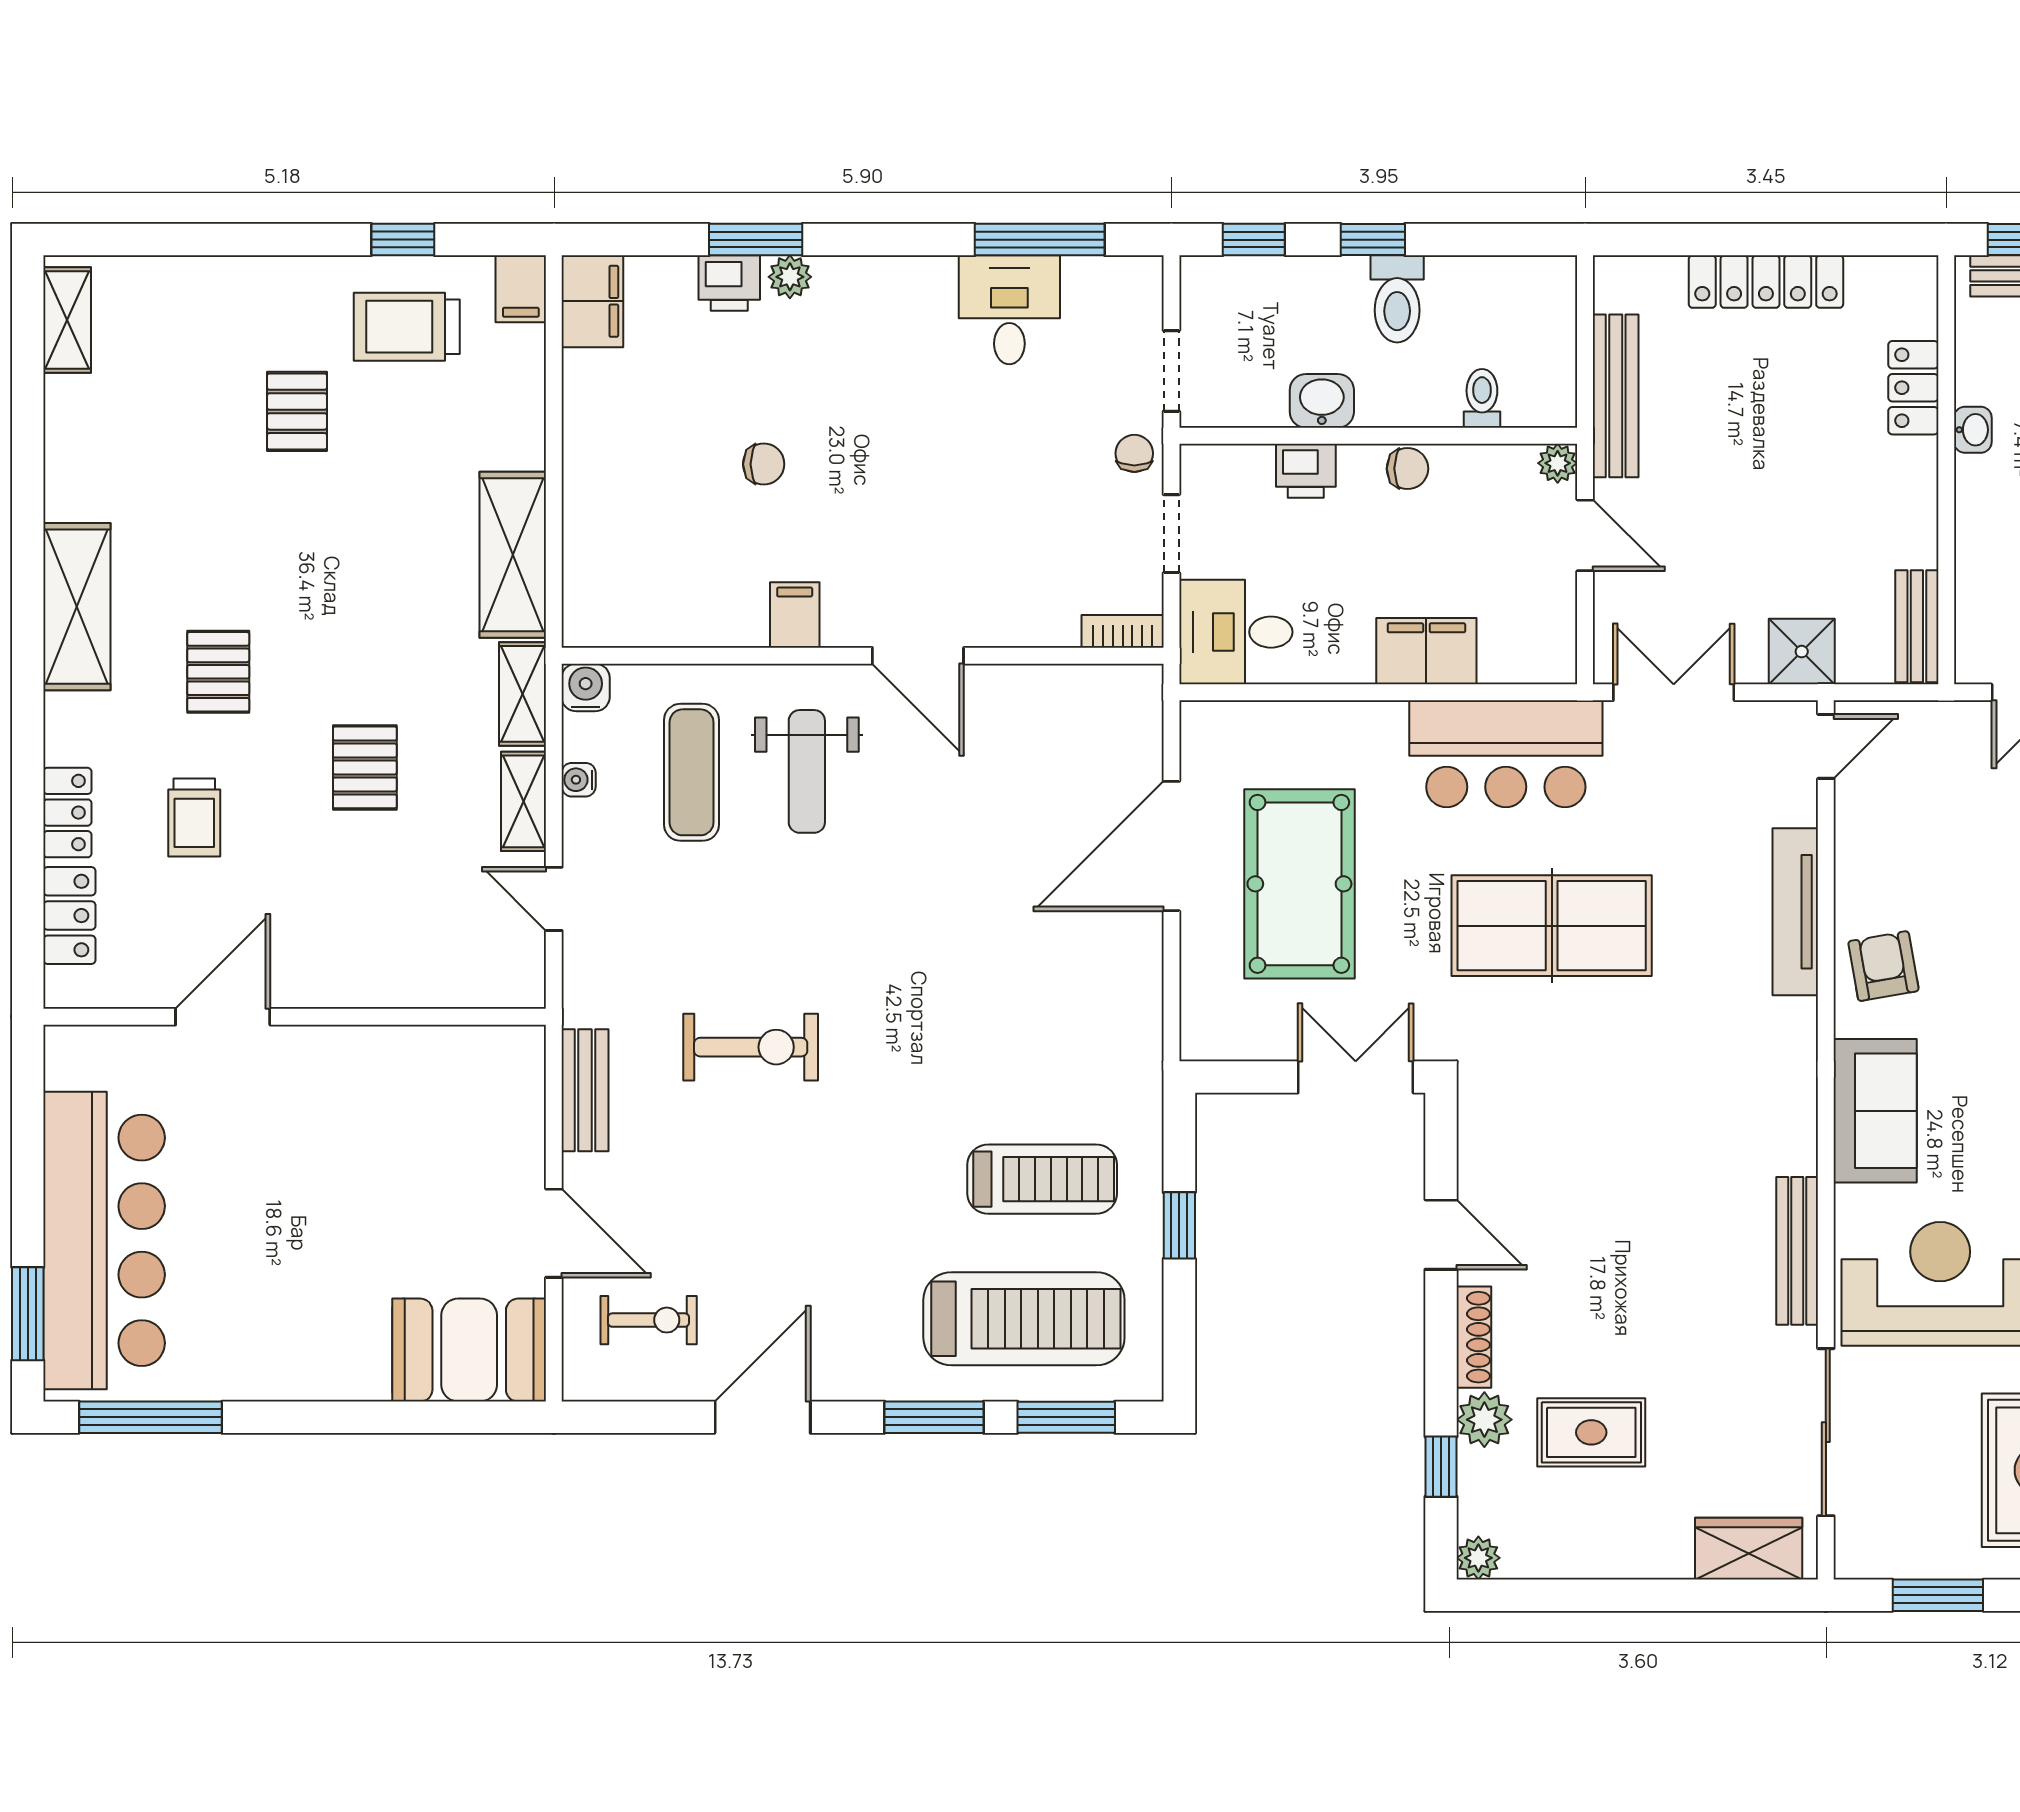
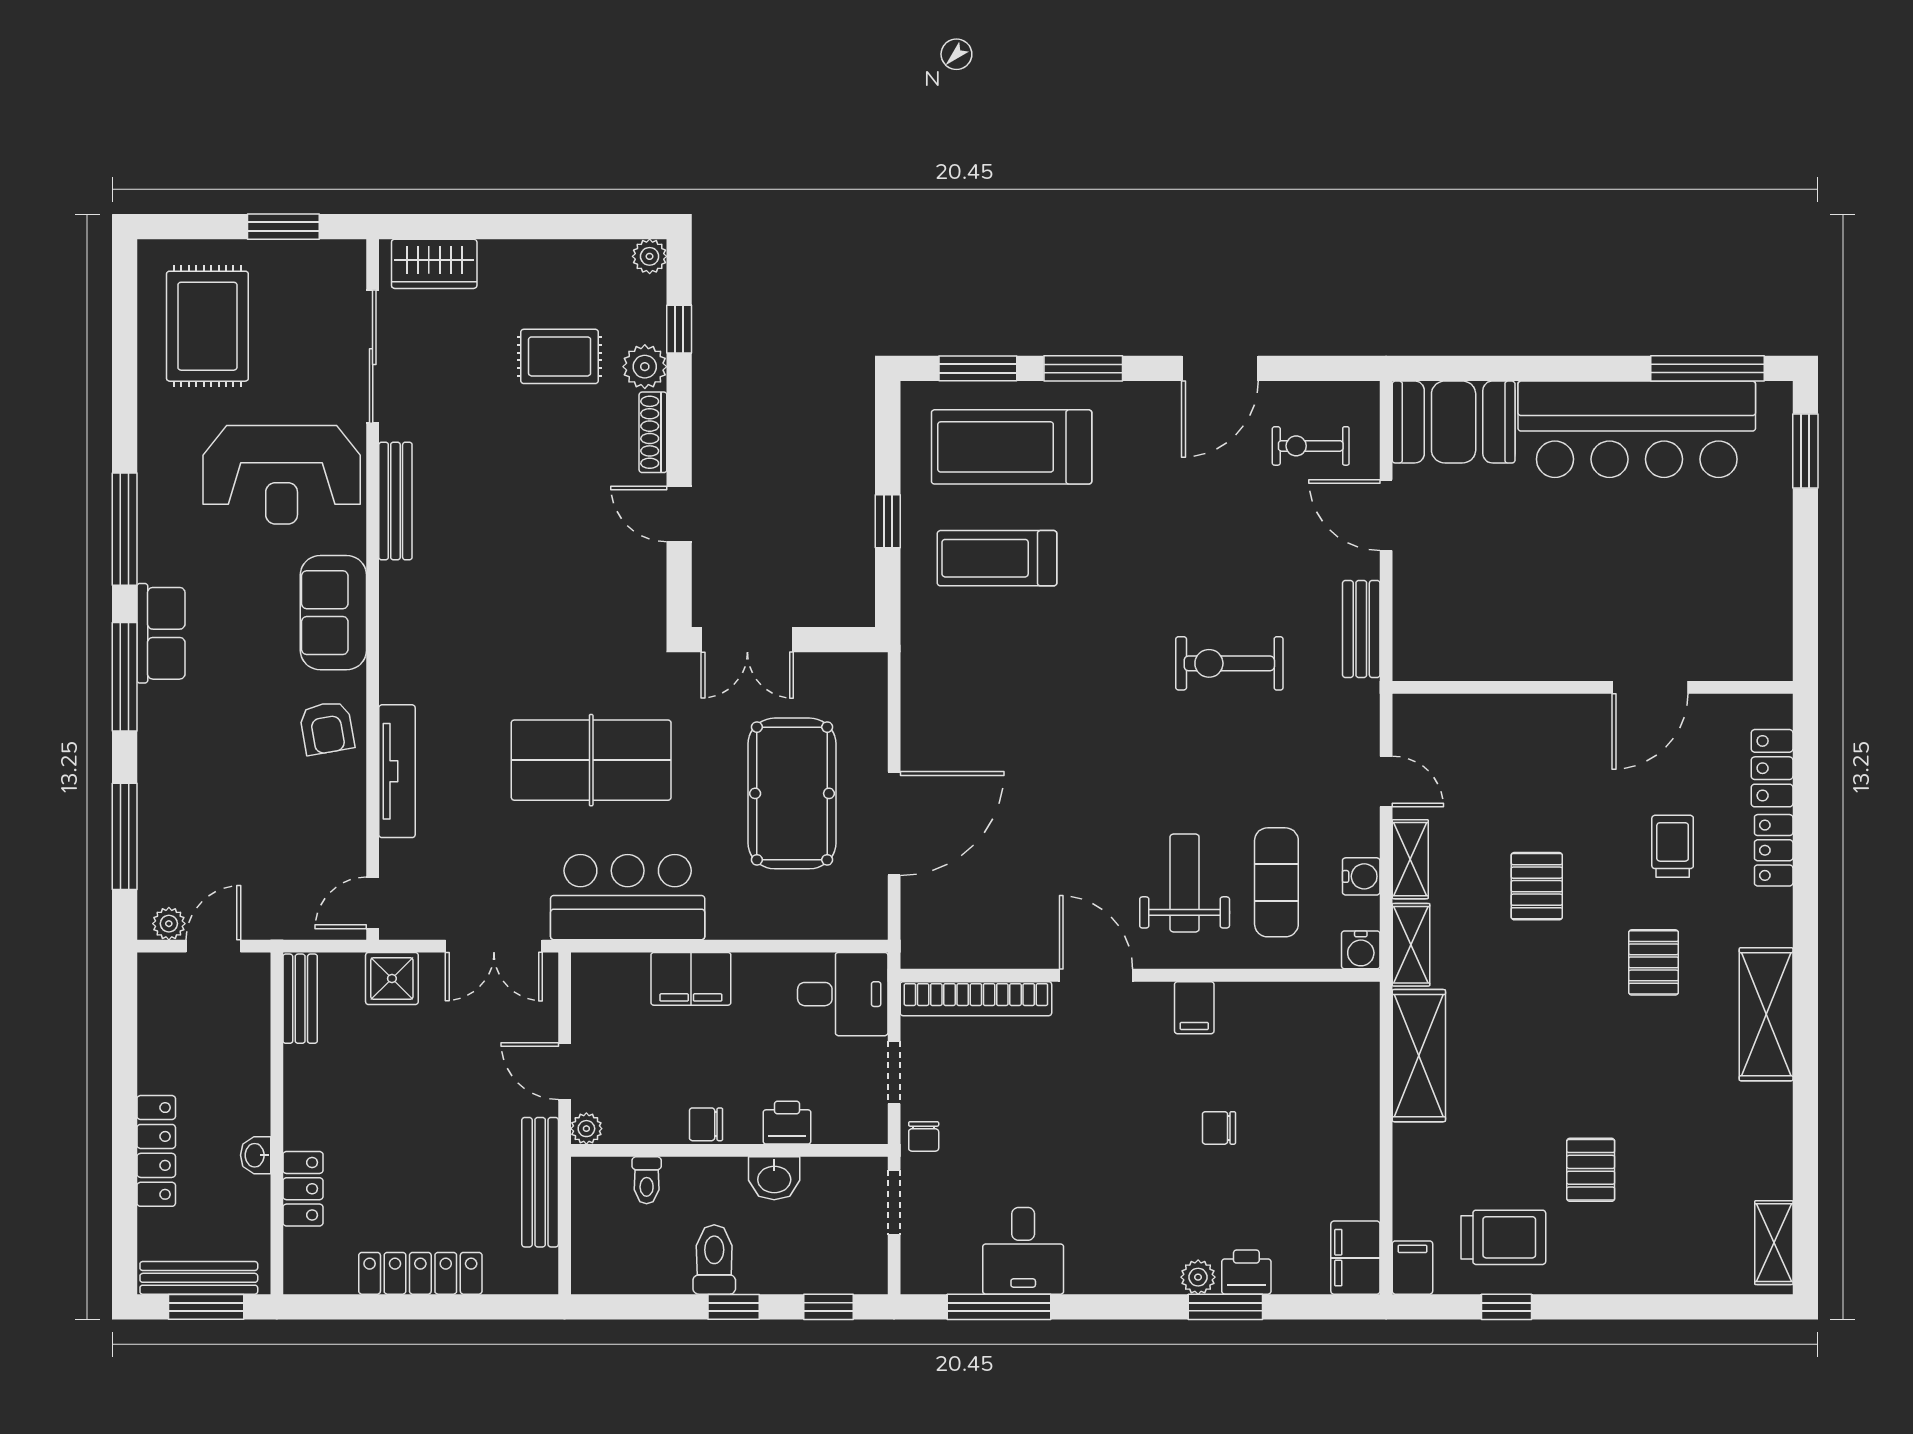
bookcase: (1123, 631) -> (976, 999), width x2.31, depth x1.31
water cooler: (579, 780) -> (1361, 876), width x1.38, depth x1.38
bar counter: (104, 1240) -> (1637, 429), moved, turned -90

